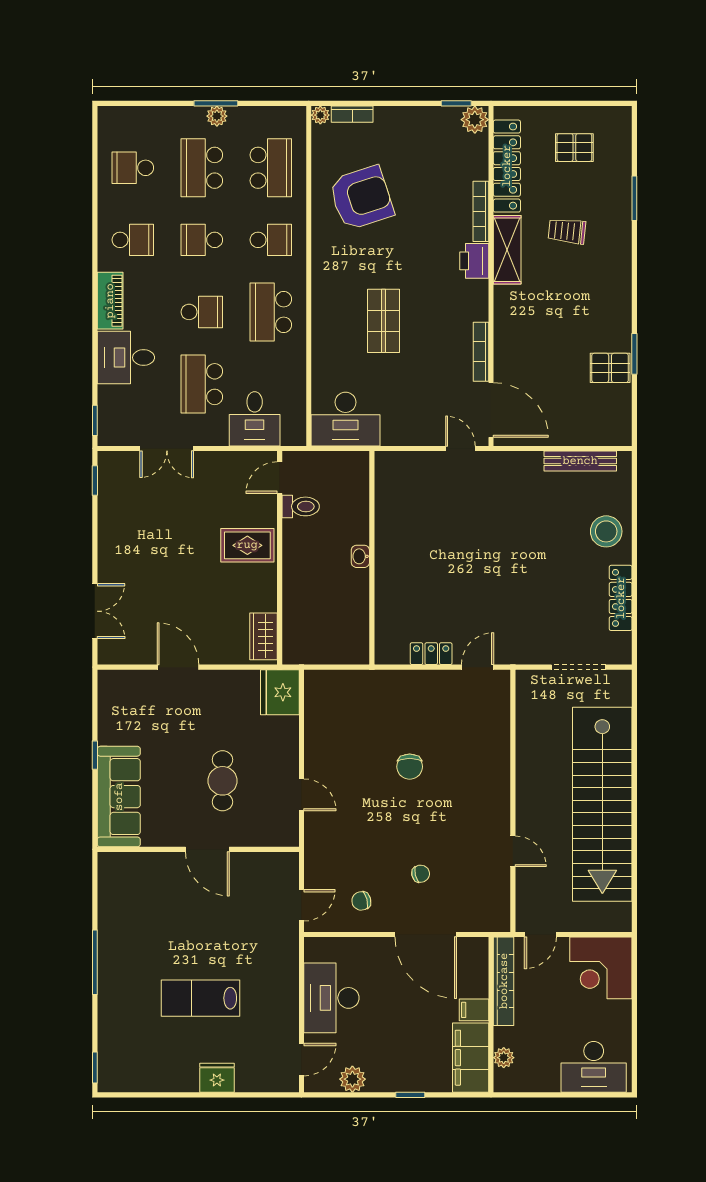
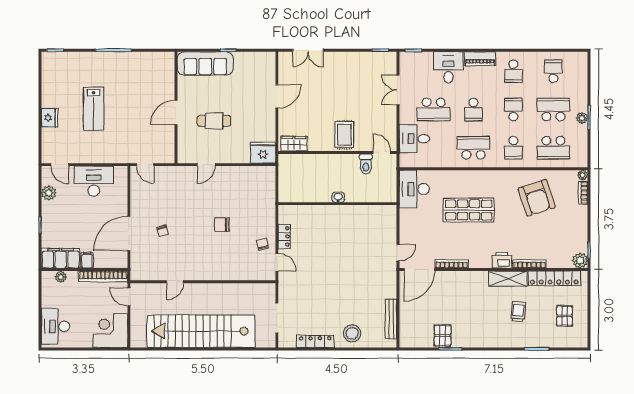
shop shelf: (383, 321) -> (469, 210), width x1.43, depth x1.36
school desk: (202, 384) -> (434, 109), turned 180
chair: (361, 901) -> (263, 244), moved
lab bench: (200, 998) -> (94, 109), turned 180

